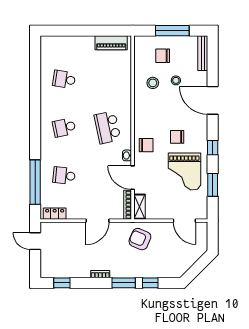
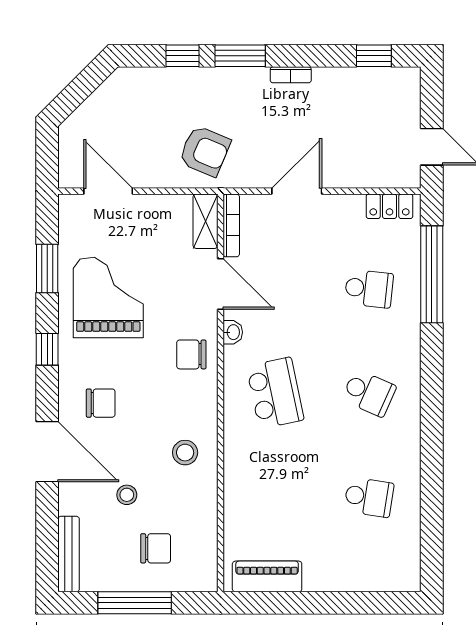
stool: (153, 83) -> (185, 453), moved
school desk: (64, 127) -> (369, 393), turned 36
chair: (177, 137) -> (101, 403), moved

